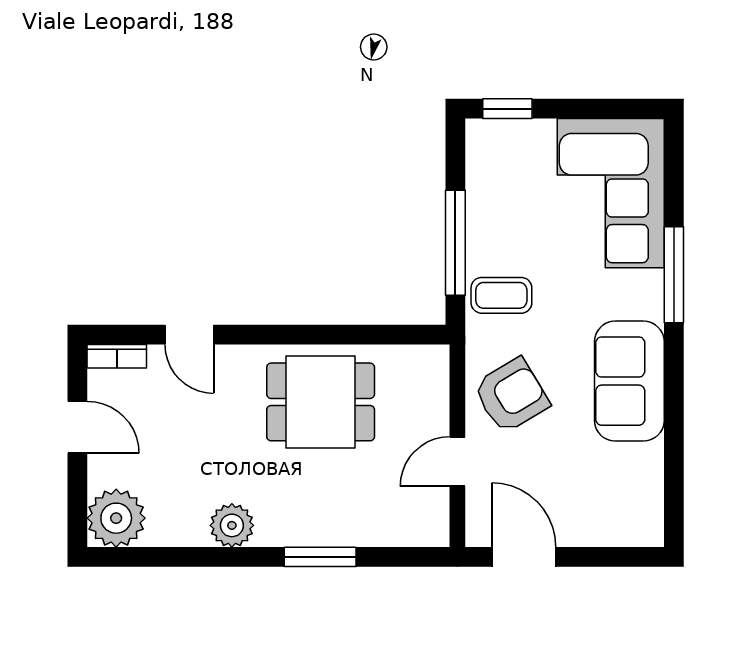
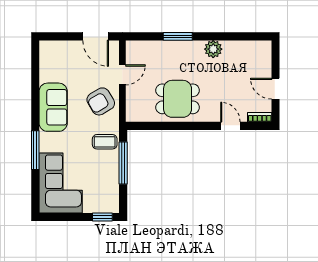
plant: (116, 518) -> (260, 52), removed

